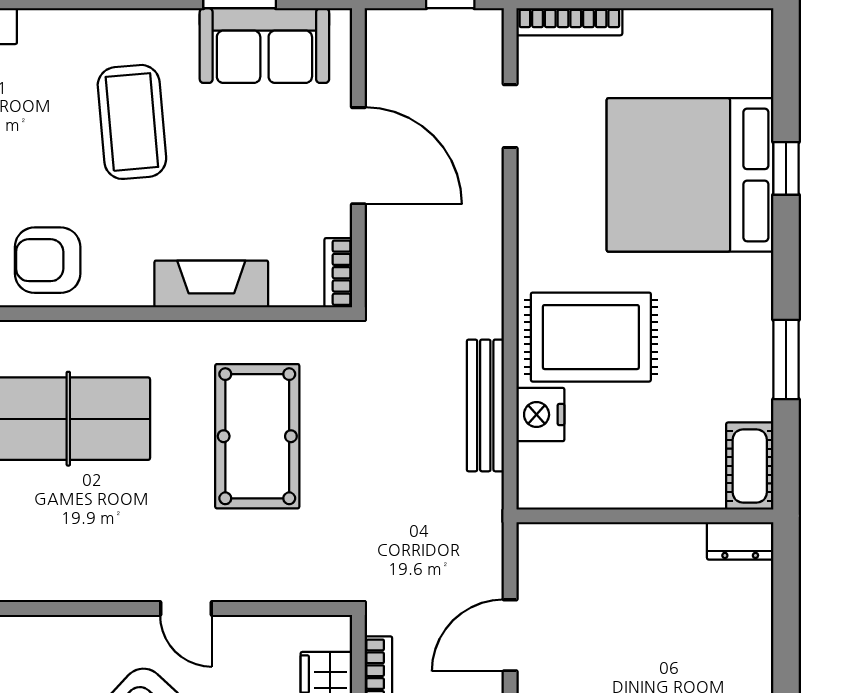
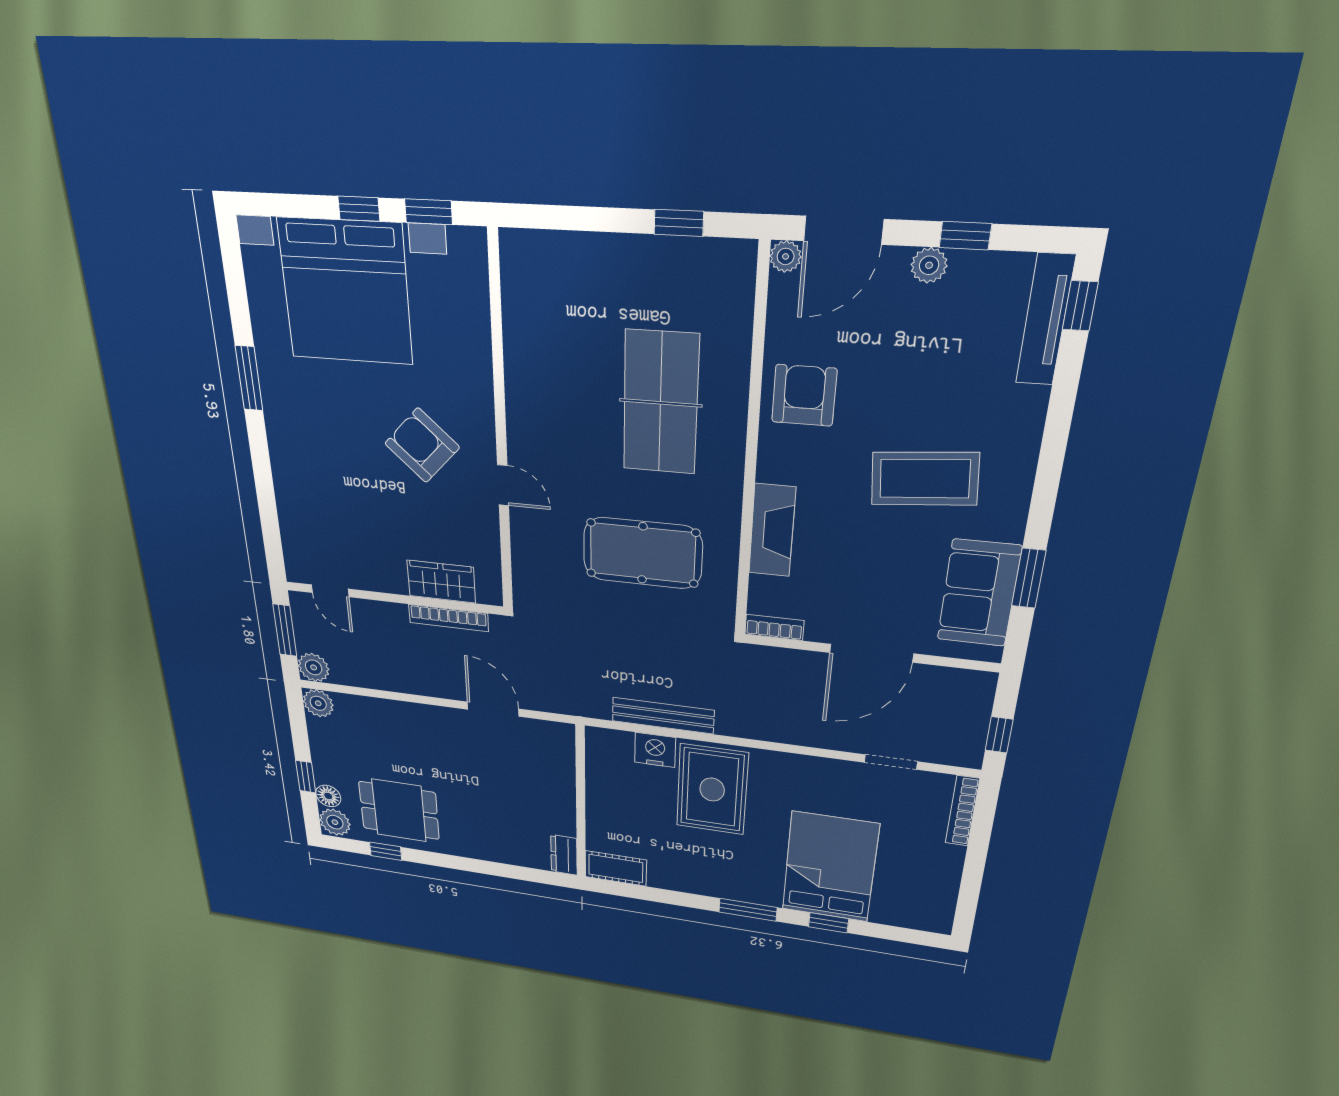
bed: (690, 175) -> (830, 867), width x0.73
window: (786, 360) -> (748, 910), moved
door: (186, 609) -> (503, 485), swing flipped

